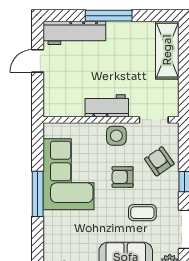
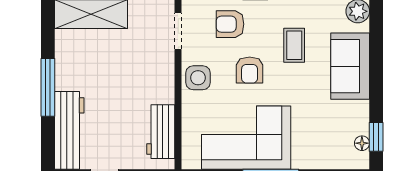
workbench: (107, 106) -> (161, 132), moved
armchair: (159, 161) -> (230, 24), turned 35

